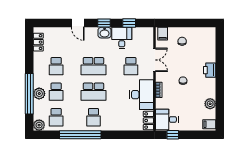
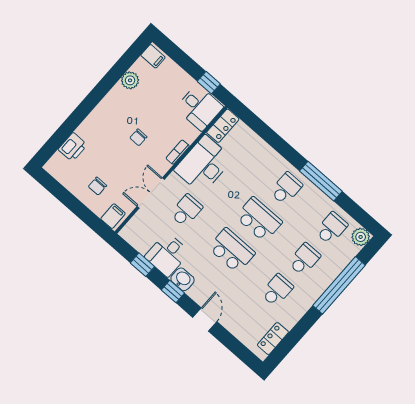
printer: (210, 70) -> (73, 147), moved
plant: (39, 94) -> (327, 275), removed
window: (80, 135) -> (321, 181), width x0.68

